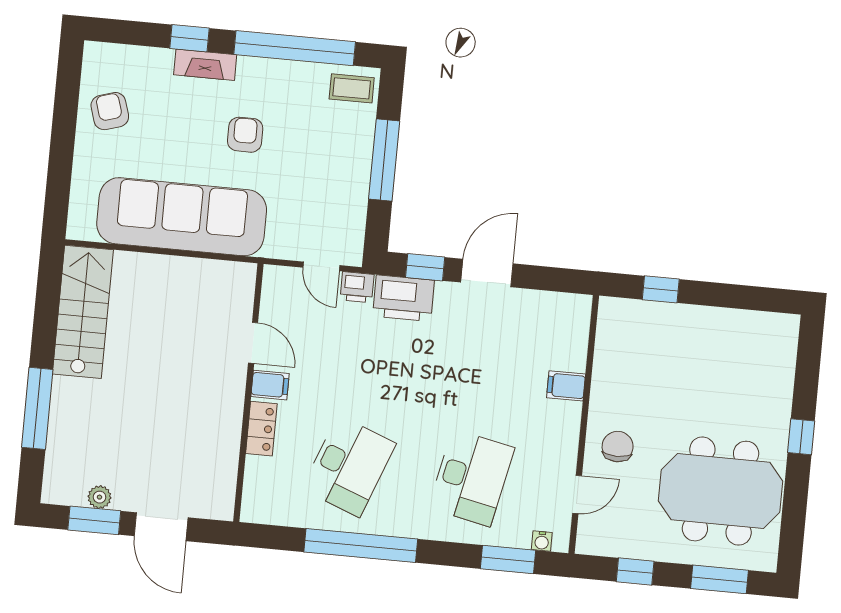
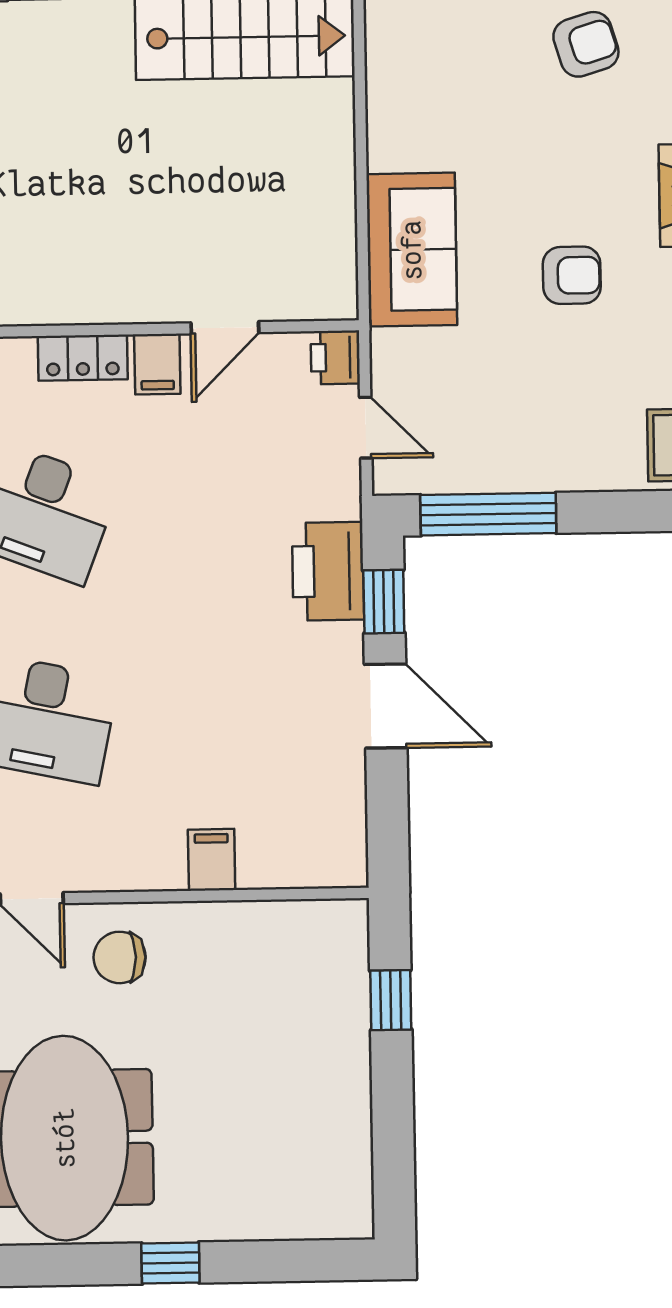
window: (384, 160) -> (488, 514), moved
sofa: (182, 217) -> (412, 250), width x0.54, depth x0.79
door: (321, 266) -> (366, 428), swing flipped
printer: (357, 287) -> (335, 357), moved
chair: (618, 447) -> (120, 957), turned 180

